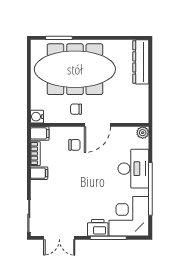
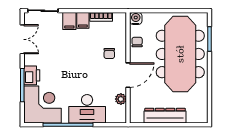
dresser: (141, 62) -> (165, 116), moved
chair: (76, 109) -> (137, 42), moved
door: (97, 125) -> (128, 75), swing flipped
filing cabinet: (40, 133) -> (69, 21), moved
plant: (143, 133) -> (121, 99), moved
double door: (59, 238) -> (22, 39), swing flipped

